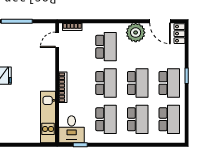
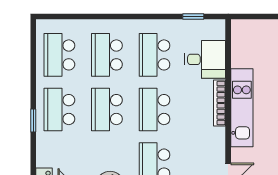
kitchen unit: (48, 117) -> (242, 108), moved
desk: (72, 129) -> (205, 59), moved, turned 90

